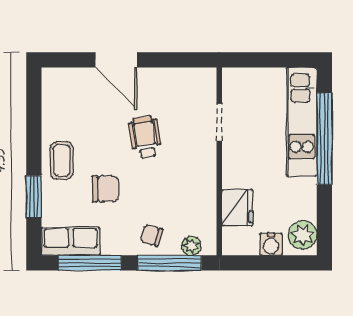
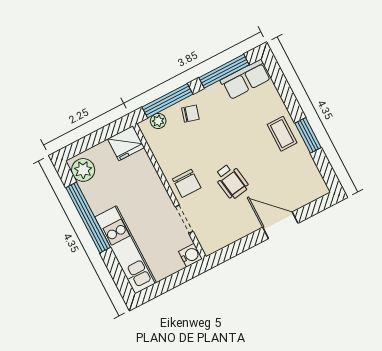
window: (324, 139) -> (88, 218), moved
chair: (105, 189) -> (187, 183), moved, turned -90
window: (34, 196) -> (308, 135), moved
fridge: (237, 208) -> (126, 143), moved, turned -90
water cooler: (271, 244) -> (190, 255), moved, turned 90

